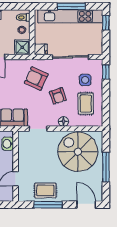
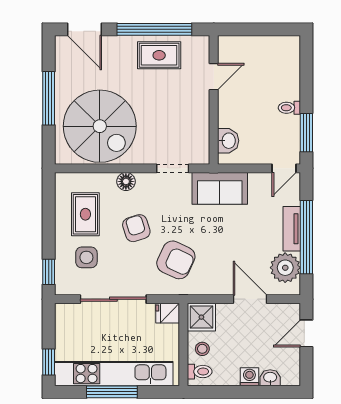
window: (48, 205) -> (154, 29), width x1.46

